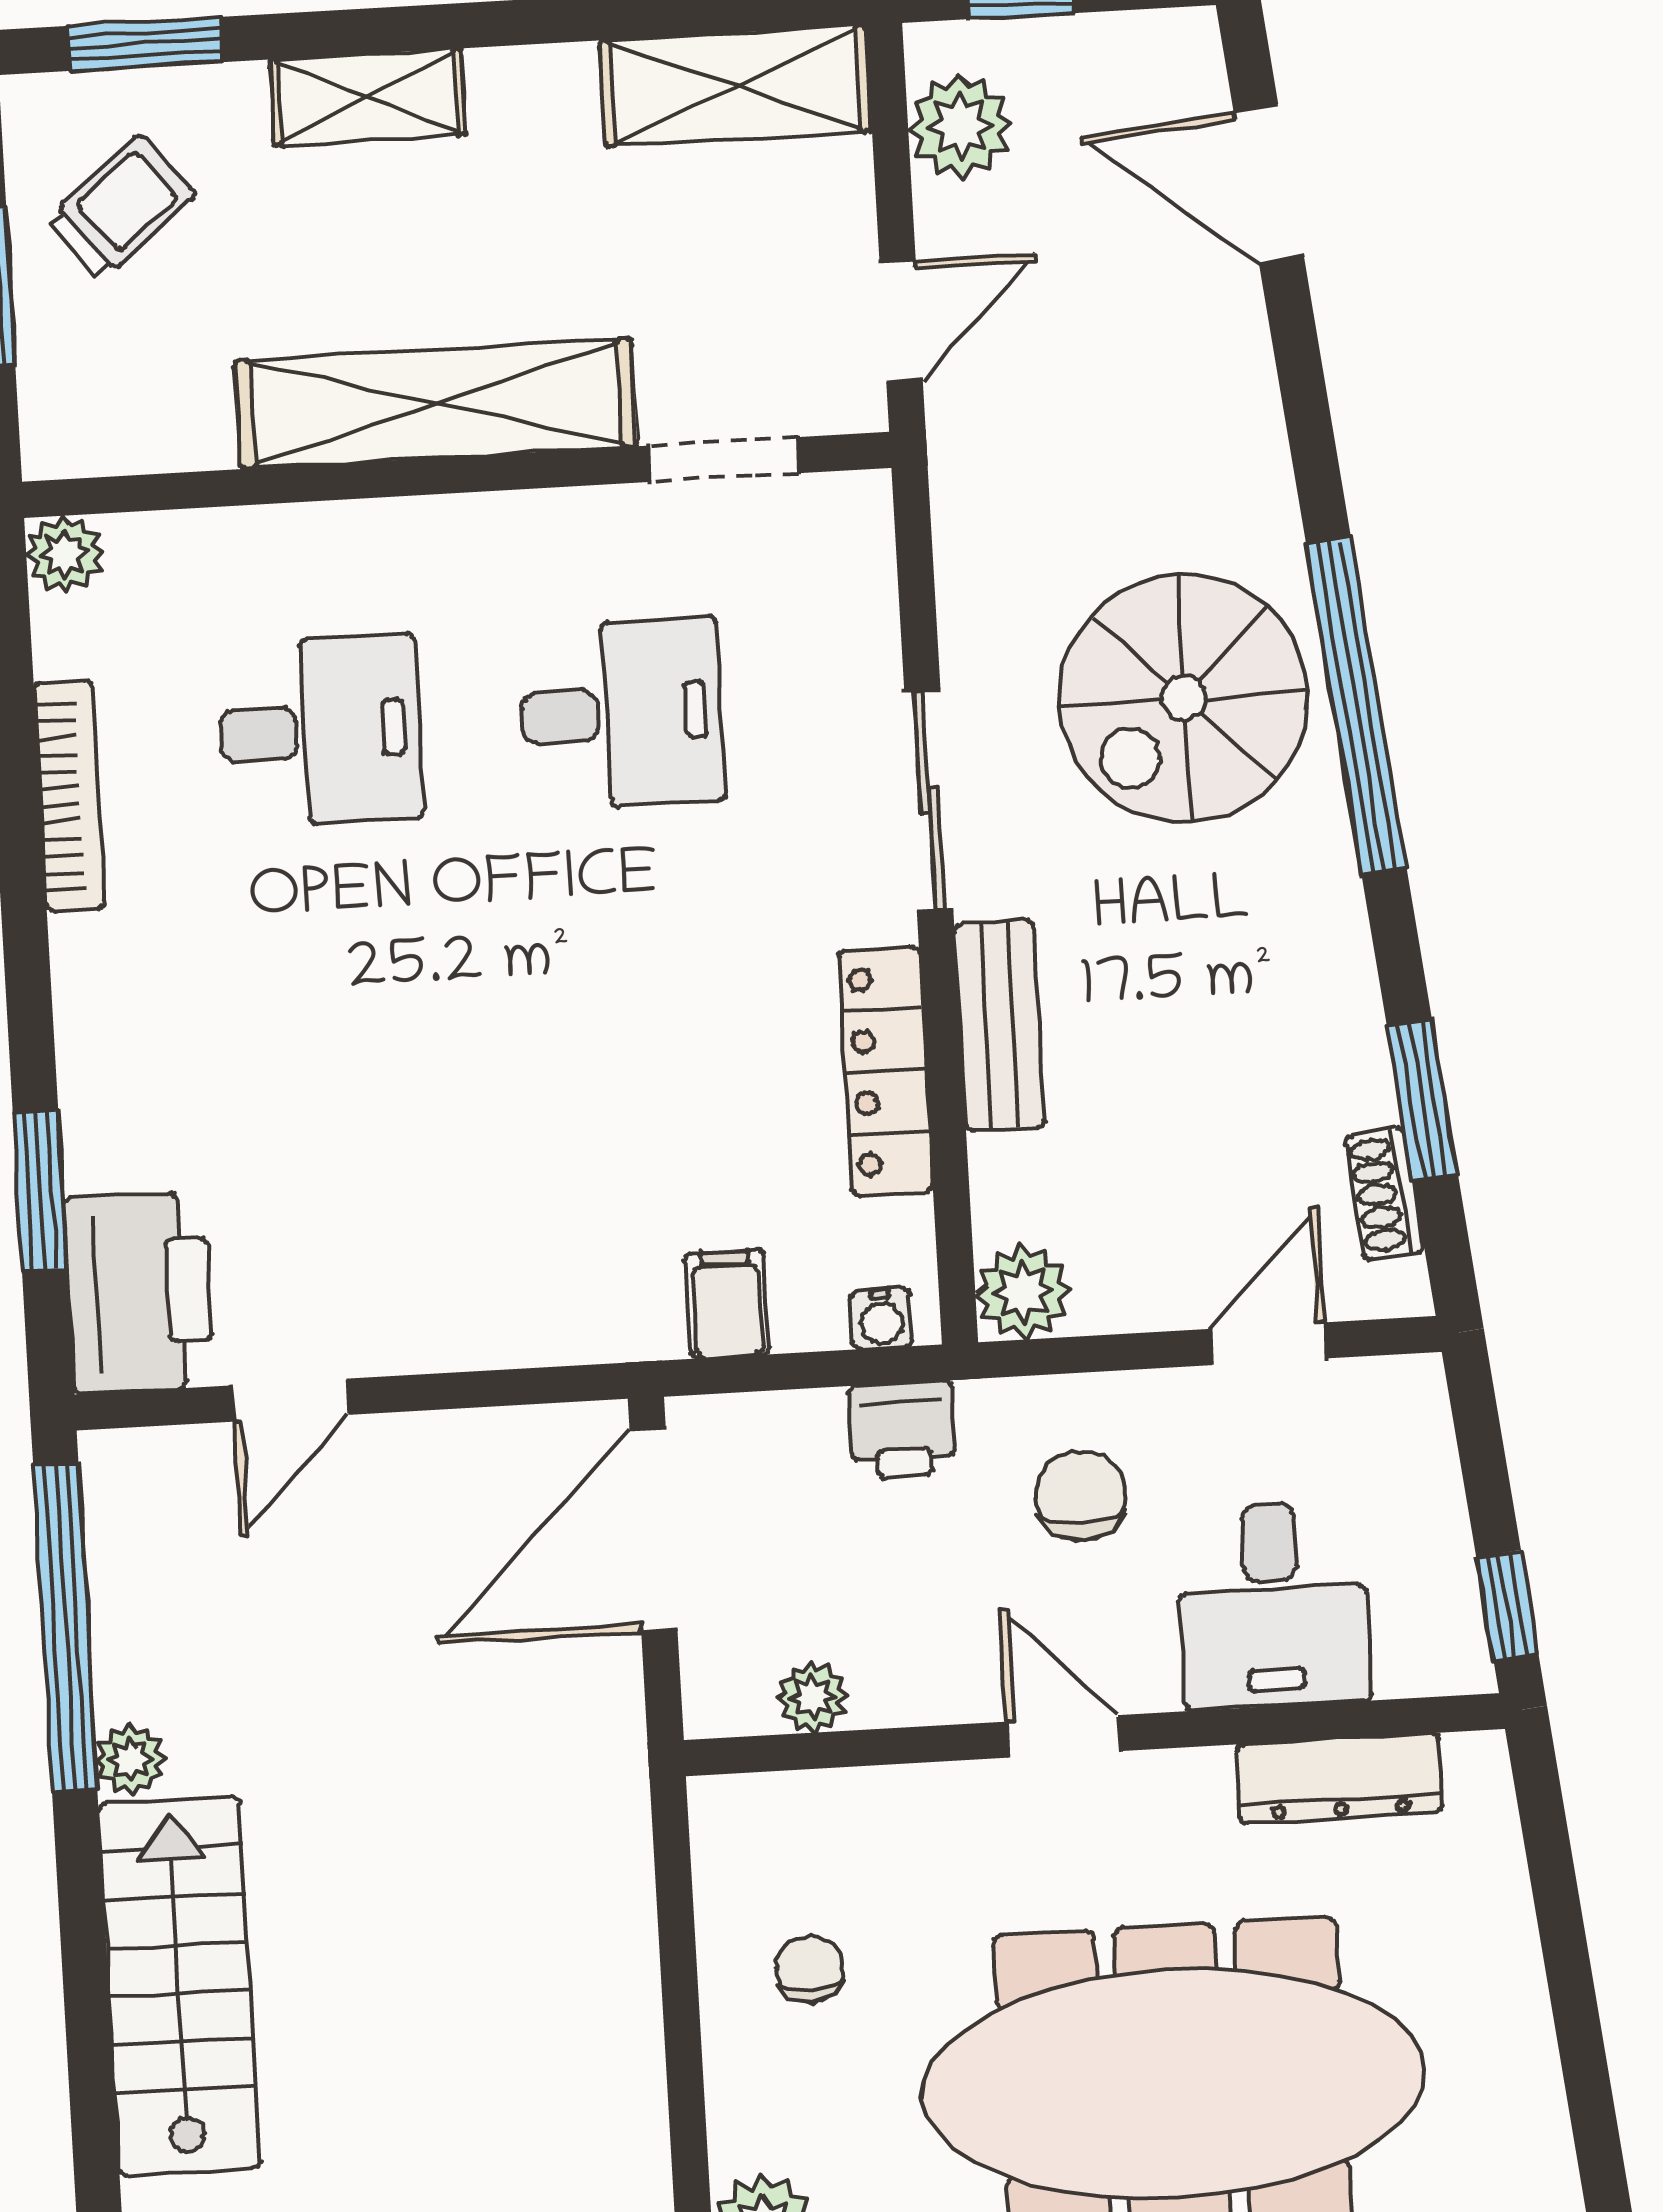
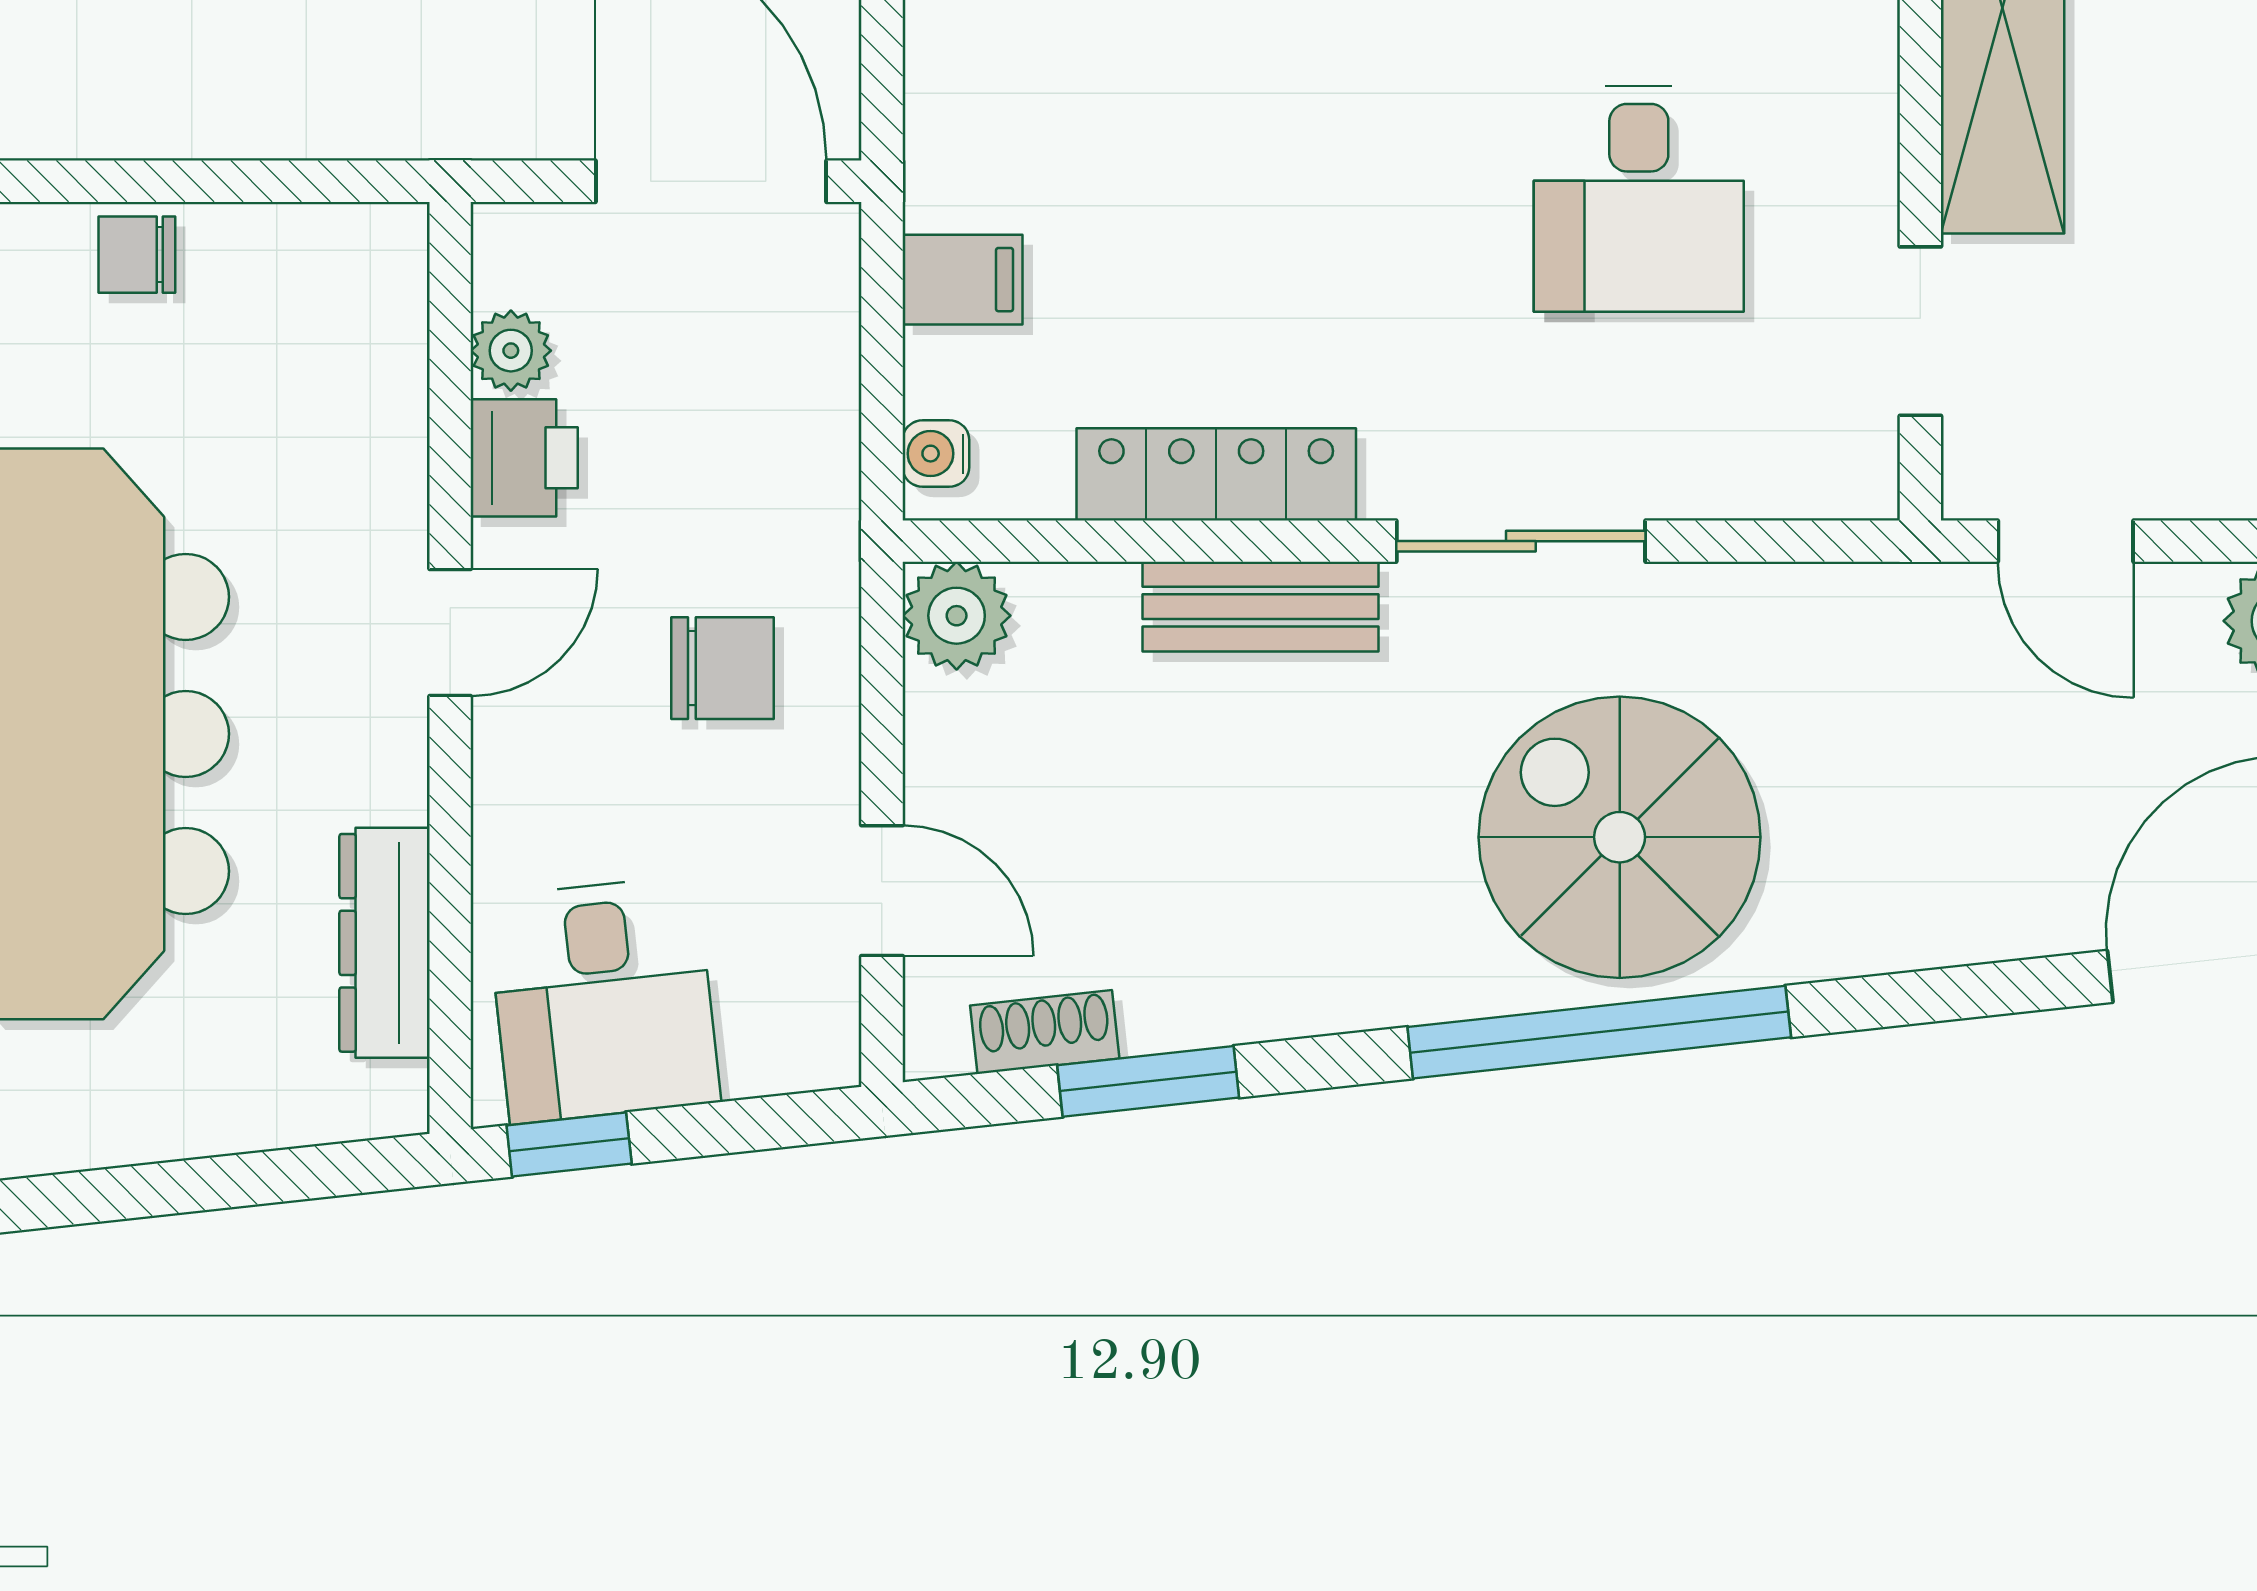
printer: (903, 1430) -> (524, 458), moved, turned 180
desk: (1272, 1605) -> (603, 1000), moved, turned -96
chair: (810, 1969) -> (137, 255), moved, turned 180

